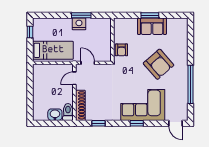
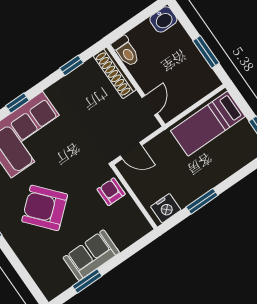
window: (150, 15) -> (87, 281), moved
nightstand: (79, 24) -> (166, 208), moved
door: (88, 63) -> (131, 151), moved
window: (30, 85) -> (206, 52), added
washbasin: (55, 115) -> (163, 19), moved

